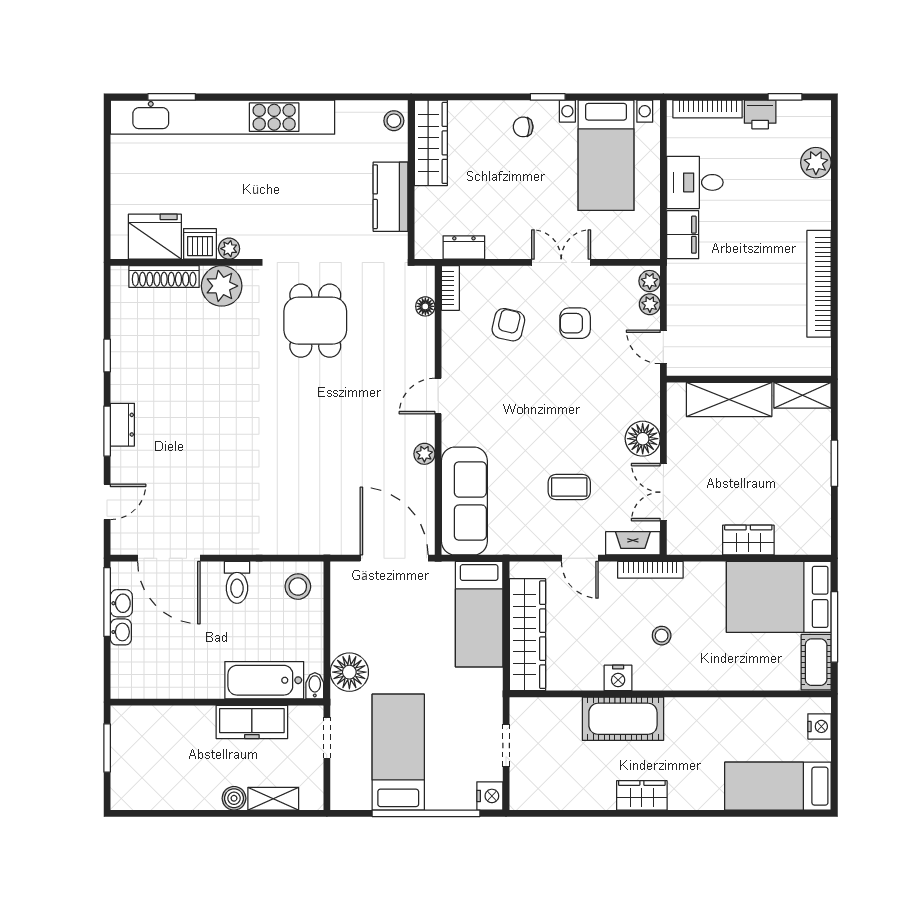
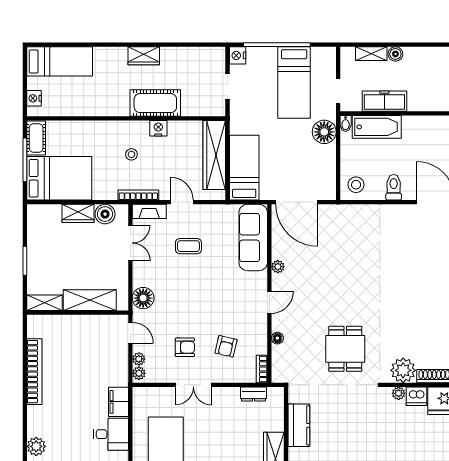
floor lamp: (425, 306) -> (277, 338), moved
floor lamp: (643, 439) -> (143, 298), moved
boiler: (704, 539) -> (105, 214), added

